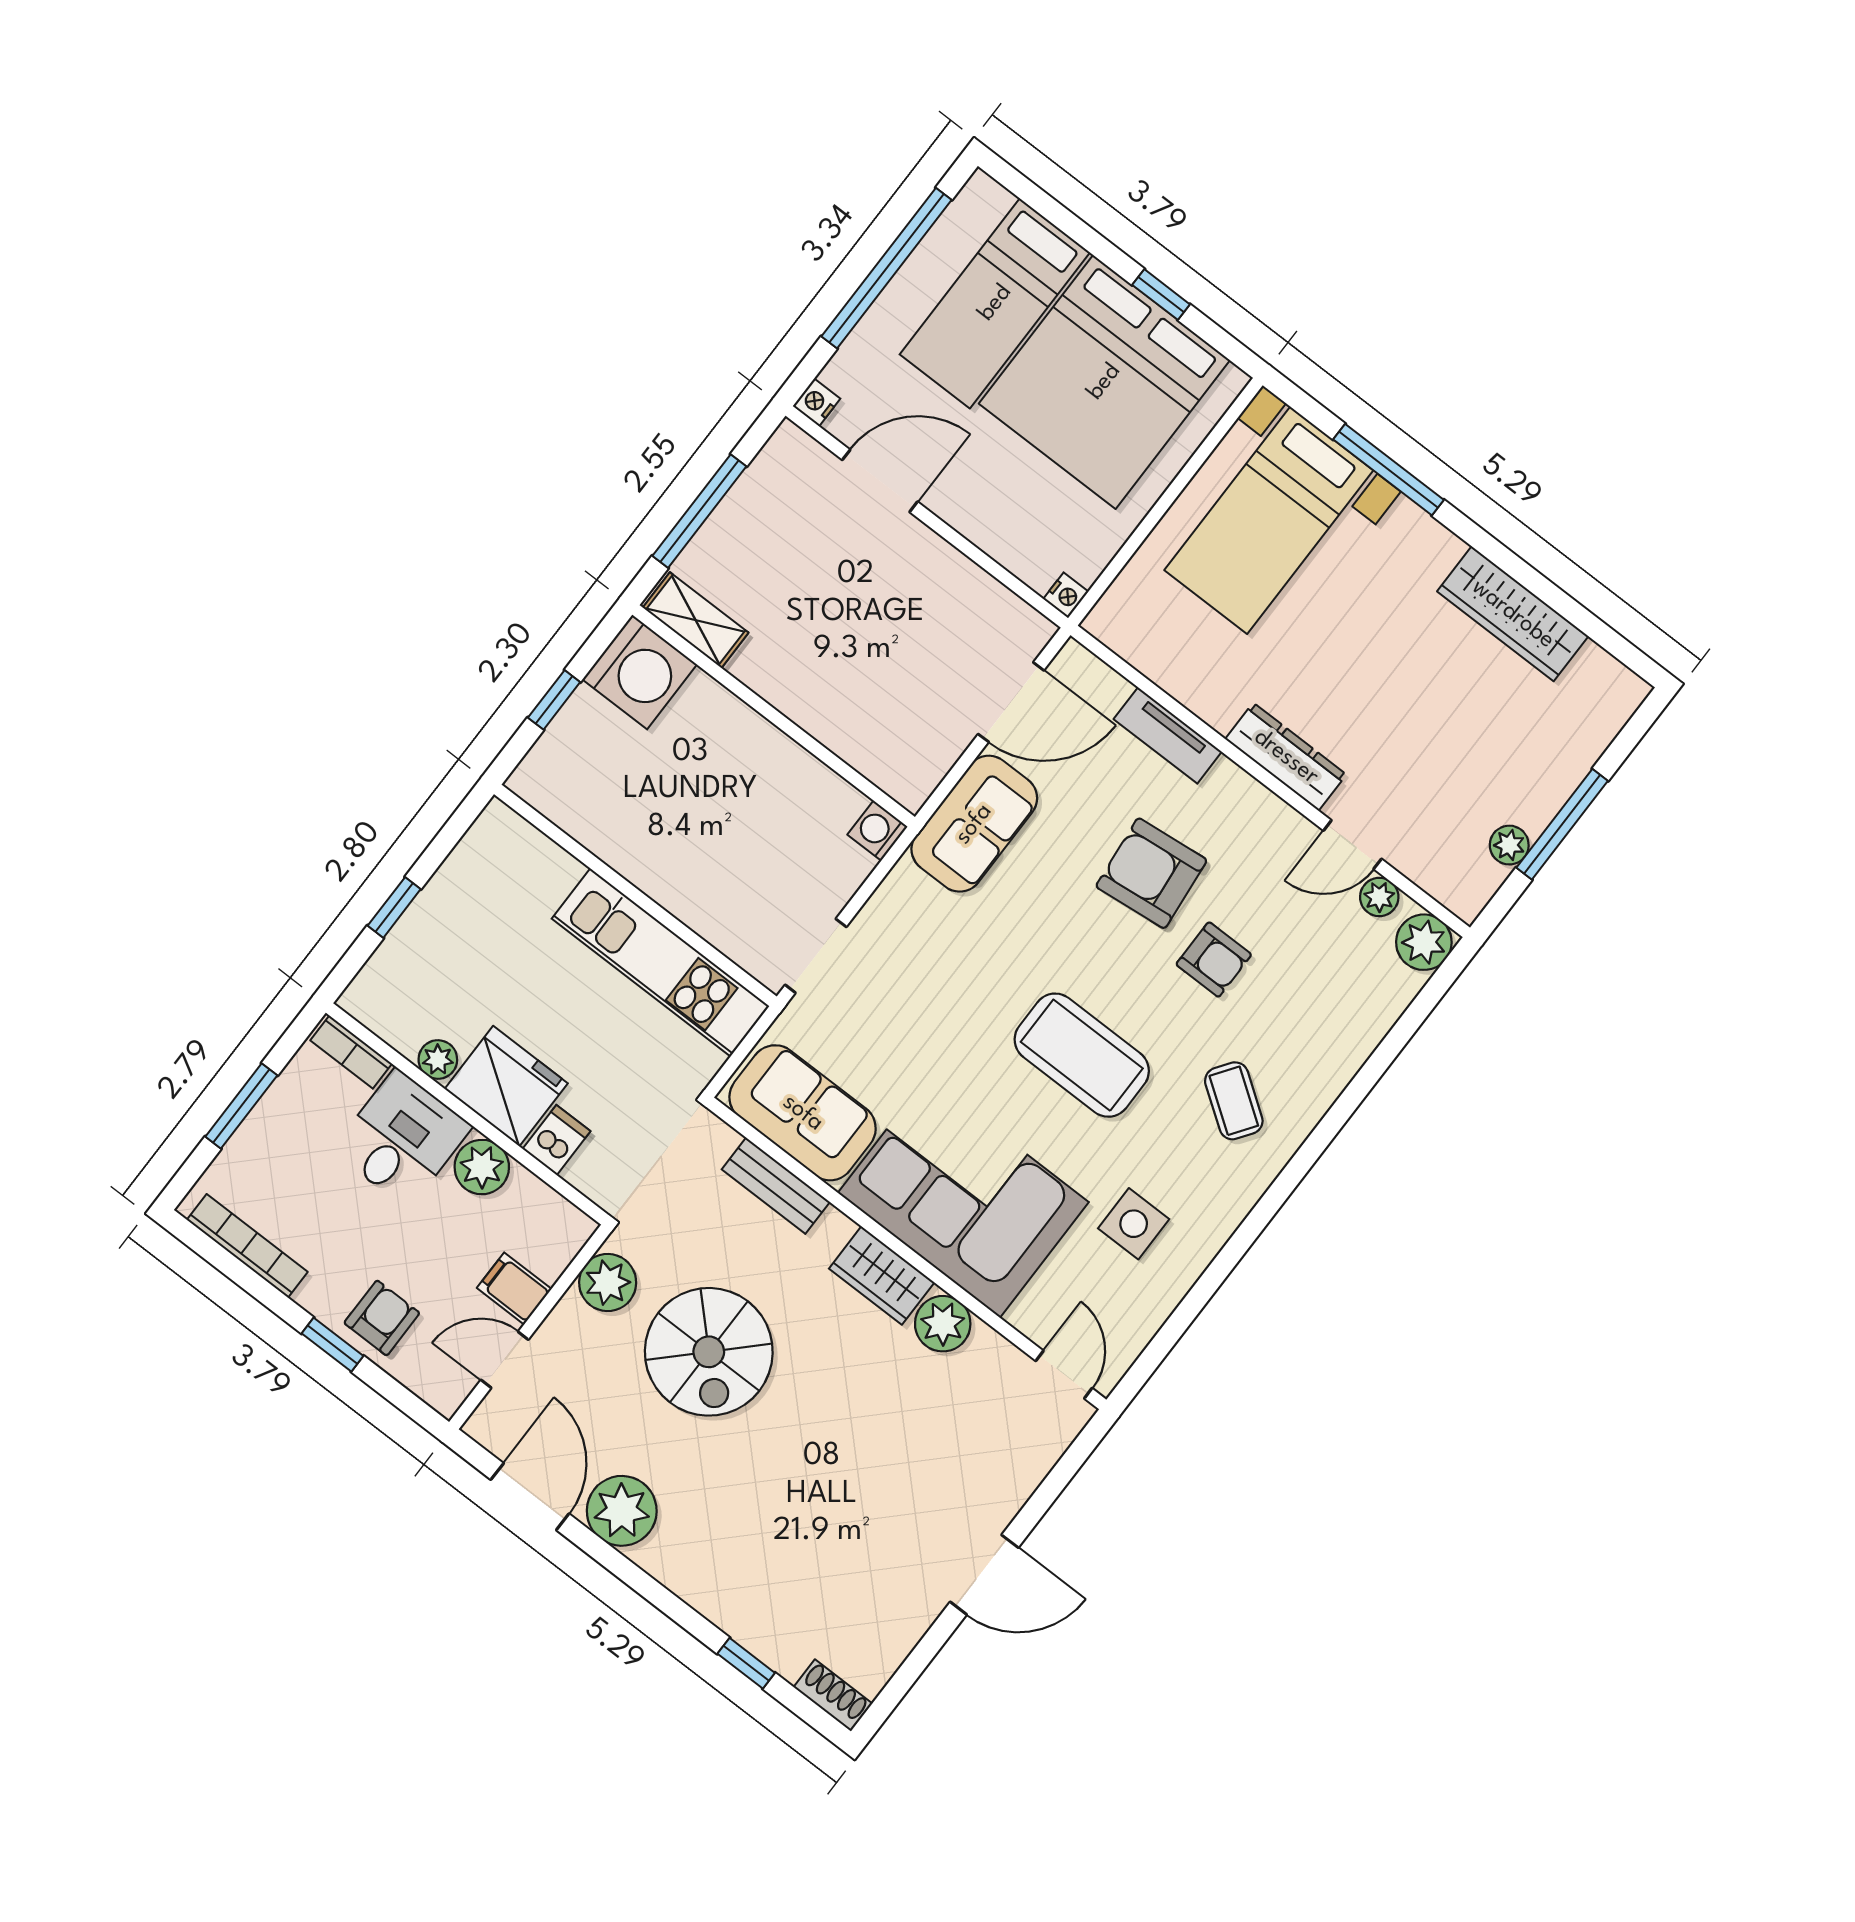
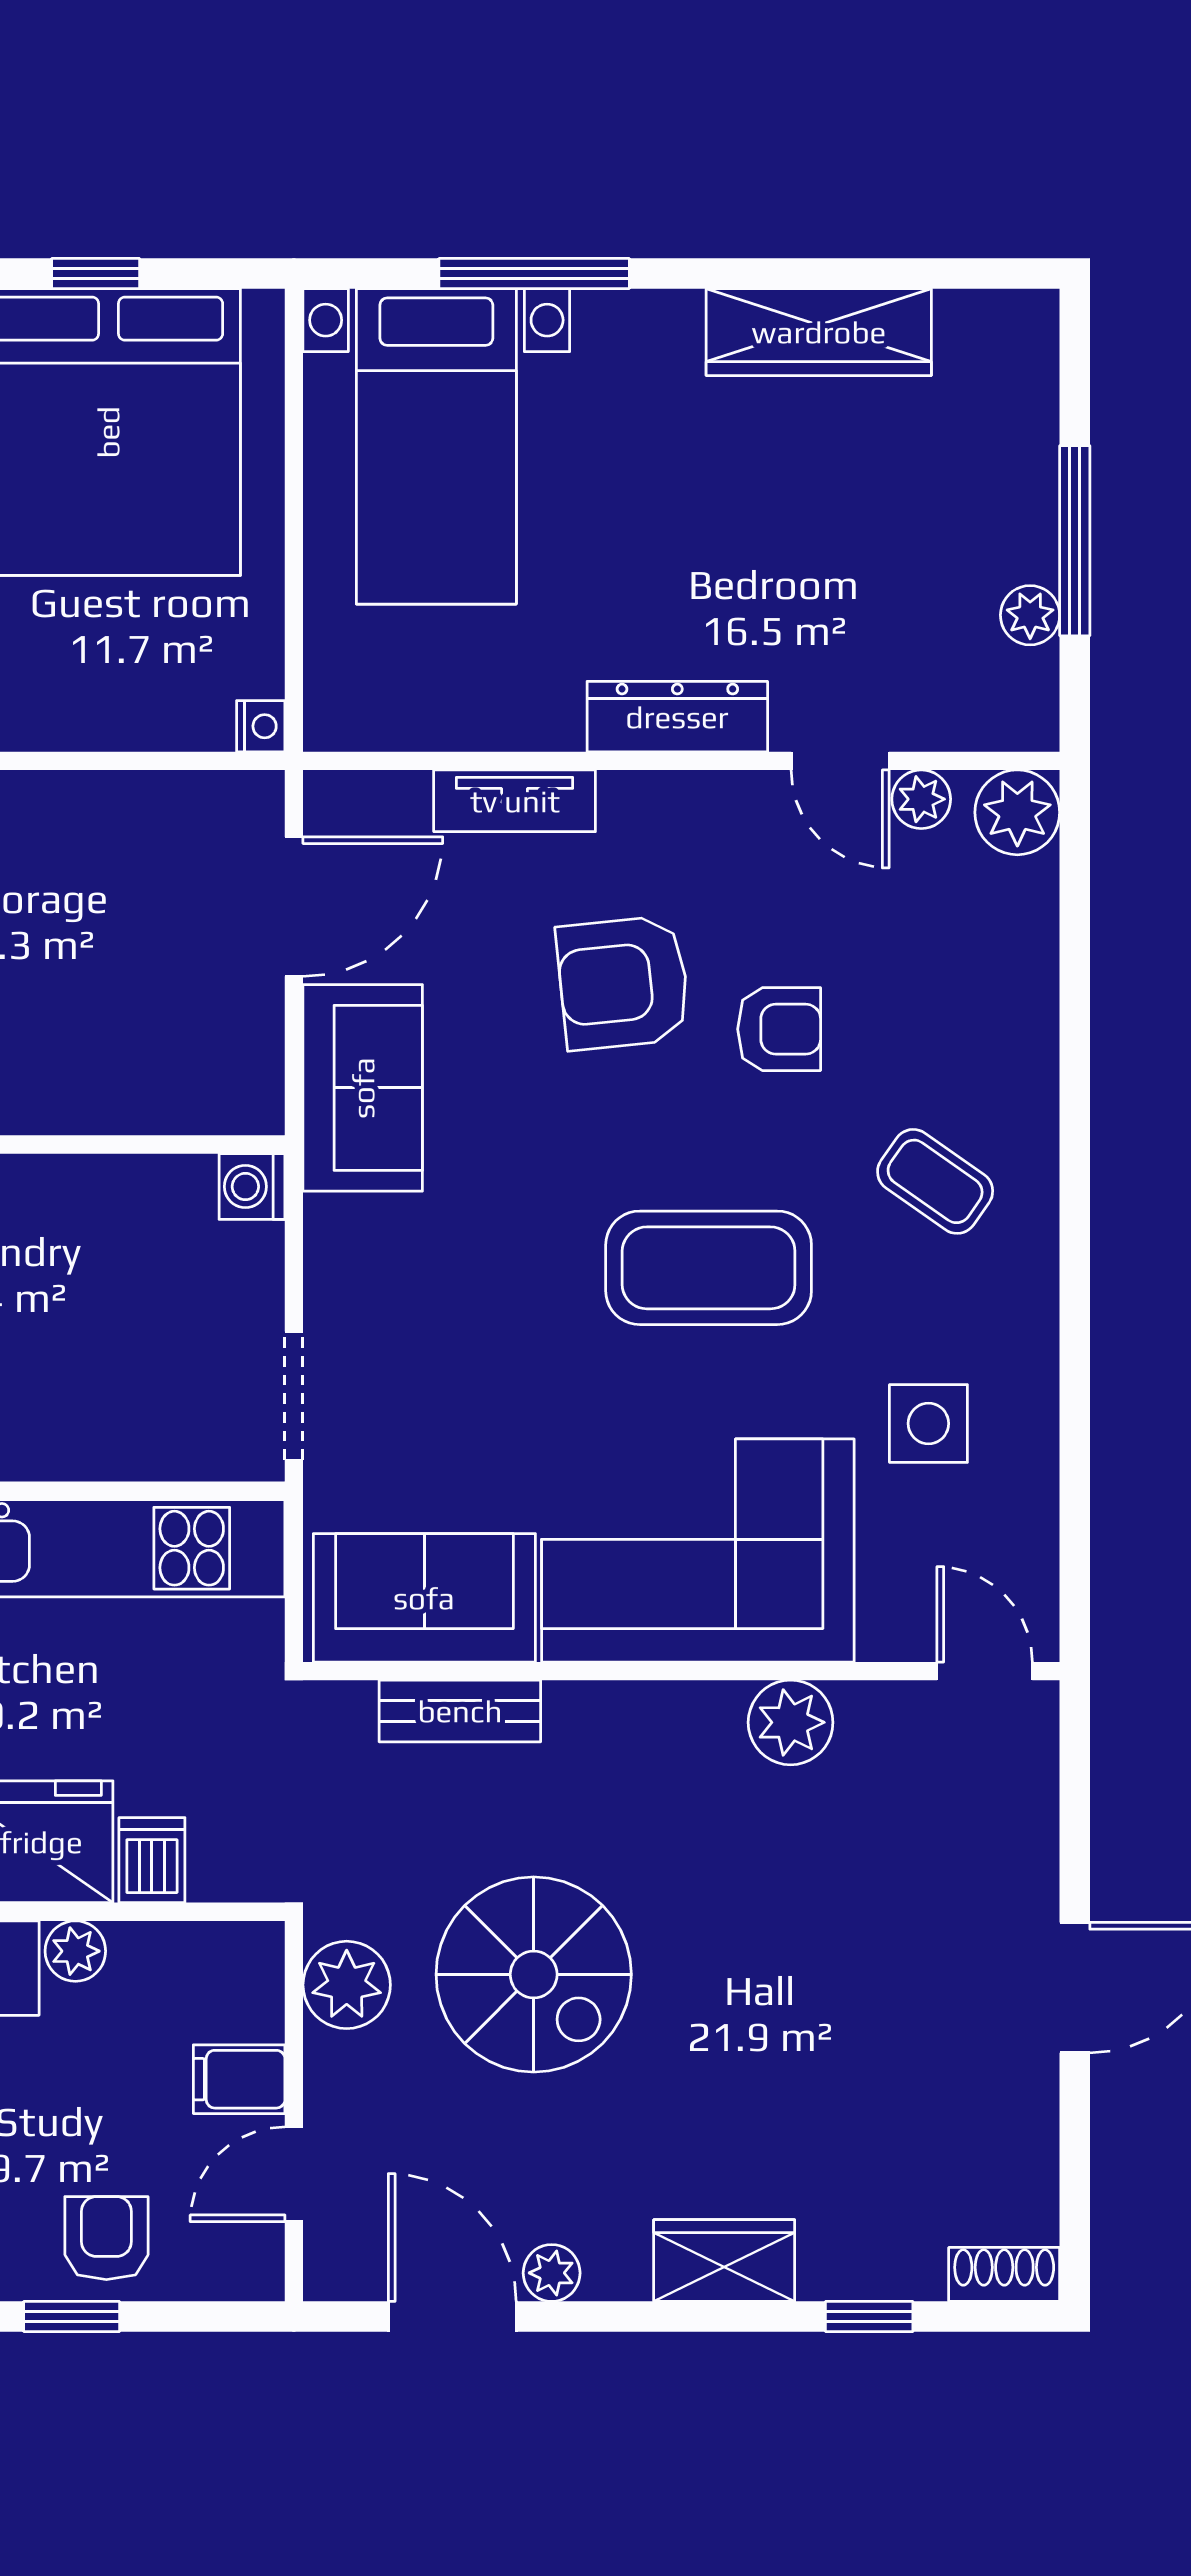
door: (1353, 845) -> (840, 761), hinge flipped
plant: (482, 1167) -> (75, 1951), width x0.73, depth x0.73
wardrobe: (882, 1275) -> (724, 2261), moved, turned 180
plant: (622, 1511) -> (552, 2273), width x0.53, depth x0.53

